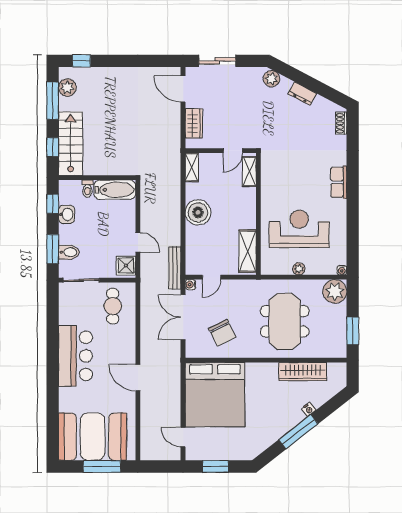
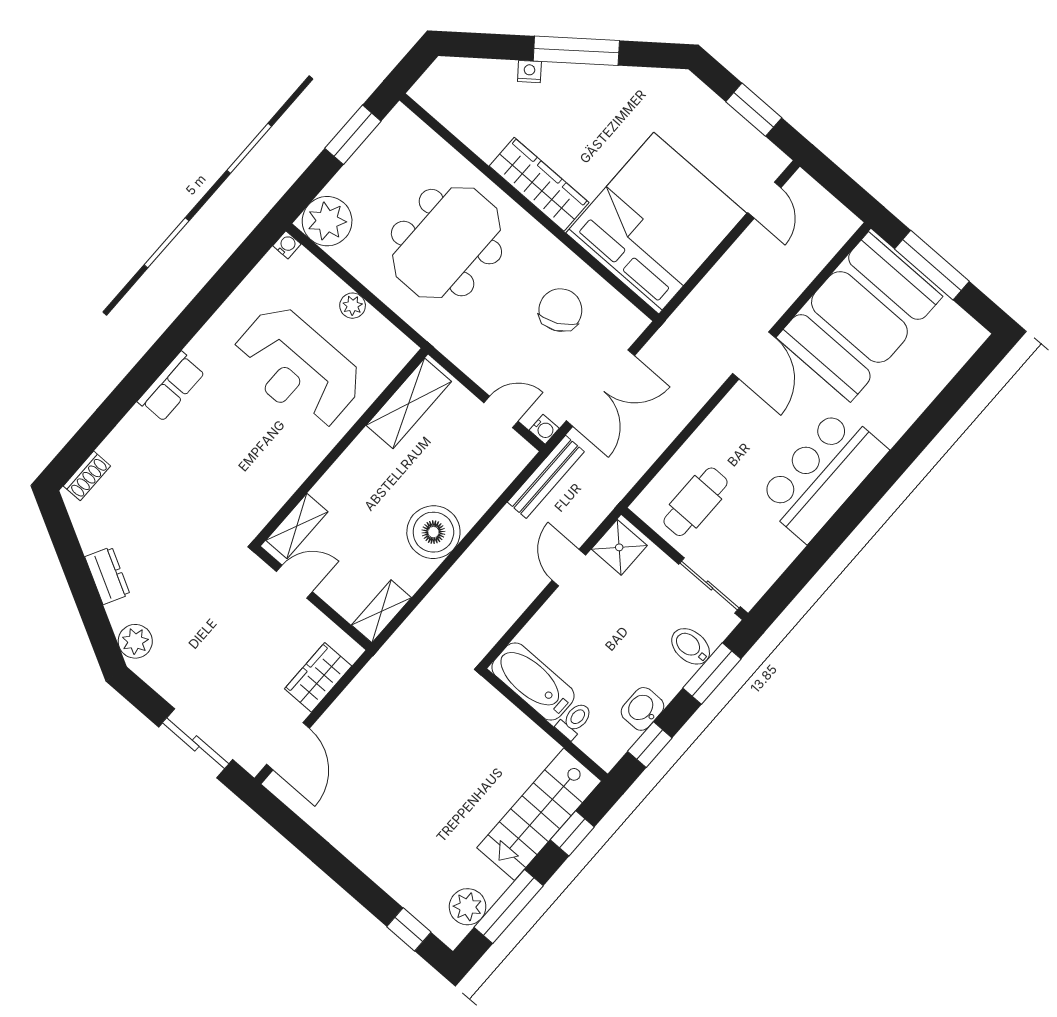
wardrobe: (303, 372) -> (539, 184), moved
booth: (92, 437) -> (859, 317), moved, turned 90

